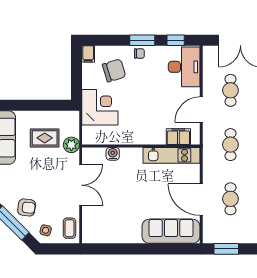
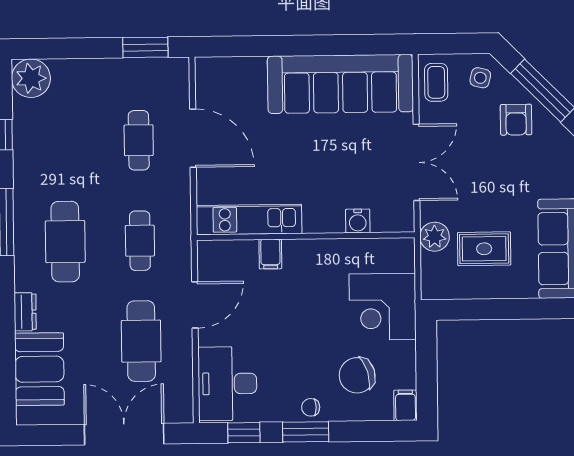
cafe table: (230, 90) -> (141, 341), width x1.37, depth x1.35
filing cabinet: (178, 137) -> (270, 254), moved, width x0.50
double door: (81, 185) -> (417, 162), swing flipped
armchair: (27, 207) -> (516, 120), turned -97
sofa: (171, 231) -> (340, 84), moved, width x1.36, depth x1.27

